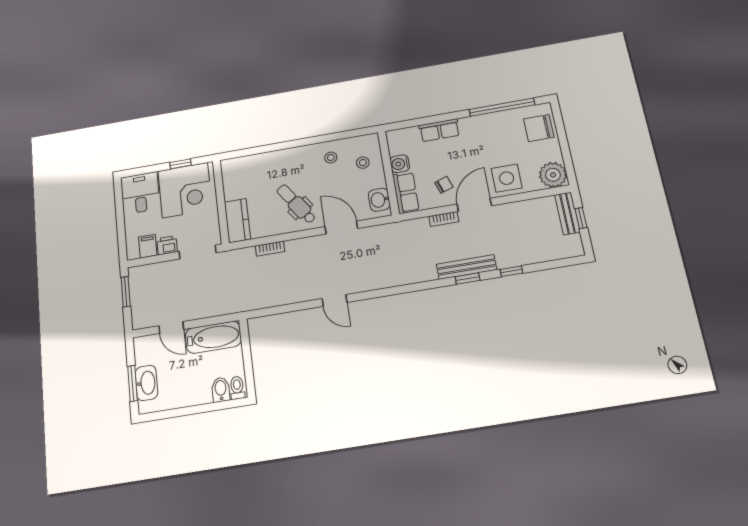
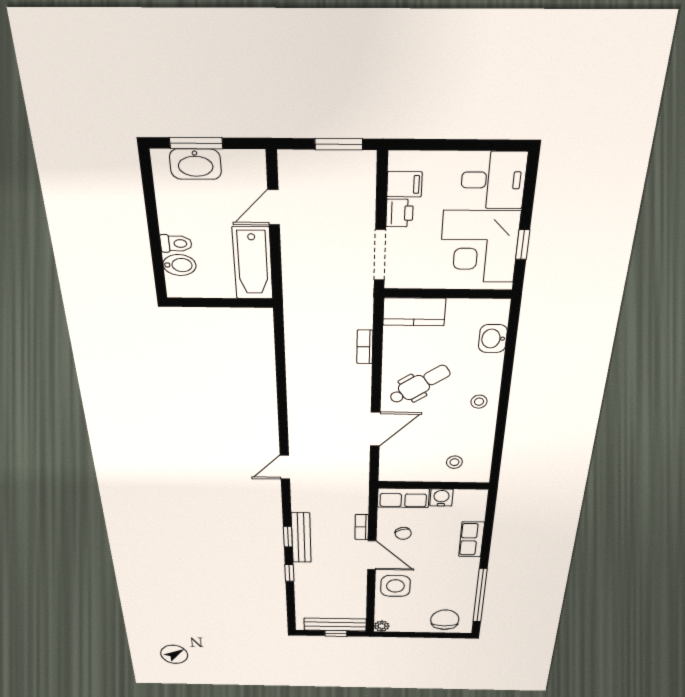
stool: (331, 158) -> (479, 402), moved
plant: (553, 175) -> (382, 626), width x0.53, depth x0.53
washbasin: (379, 200) -> (493, 339), moved, turned -90
bench: (567, 213) -> (335, 625), width x1.36
door: (334, 301) -> (285, 467), moved
toilet: (237, 388) -> (176, 243), moved

